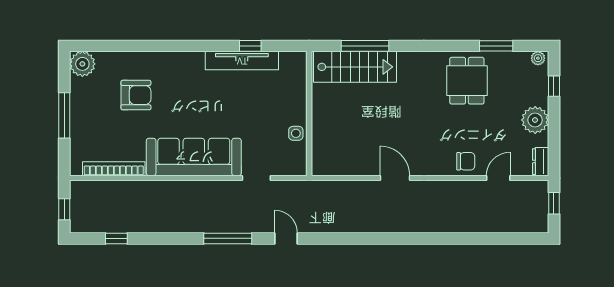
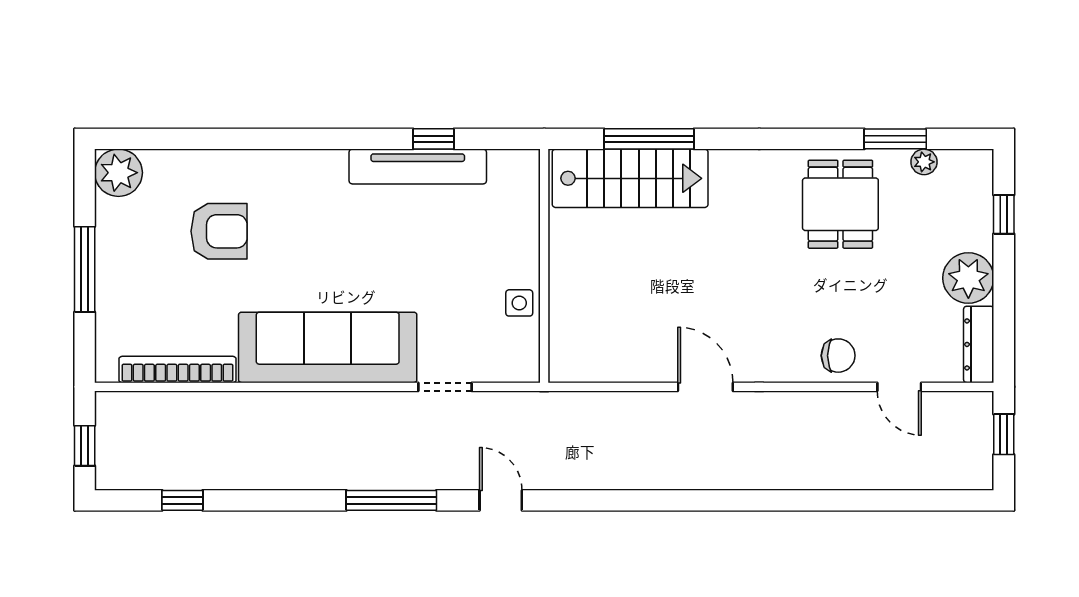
plant: (538, 58) -> (924, 162), moved
dresser: (541, 162) -> (979, 344), width x1.44
door: (498, 178) -> (899, 387), swing flipped

